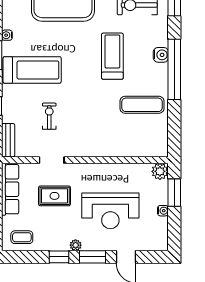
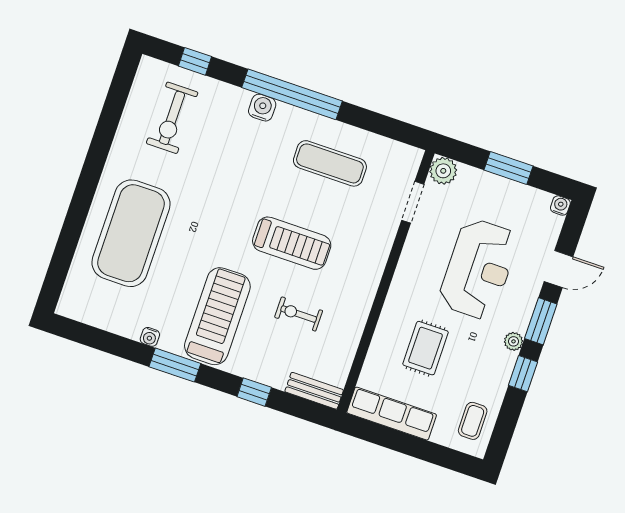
treadmill: (112, 56) -> (292, 243), moved, turned 180
exercise mat: (142, 105) -> (330, 163), turned 90
doorway: (52, 160) -> (413, 202), moved
window: (174, 193) -> (508, 168), moved
water cooler: (163, 211) -> (560, 206), moved

